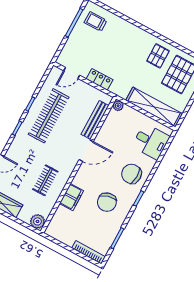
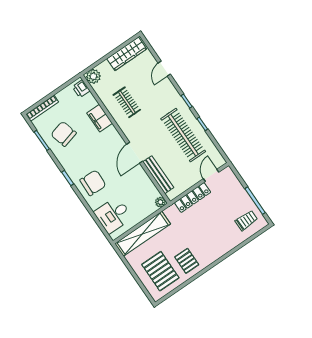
locker: (100, 79) -> (193, 197), width x1.53
chair: (107, 202) -> (64, 134), moved
printer: (54, 227) -> (81, 89), added

